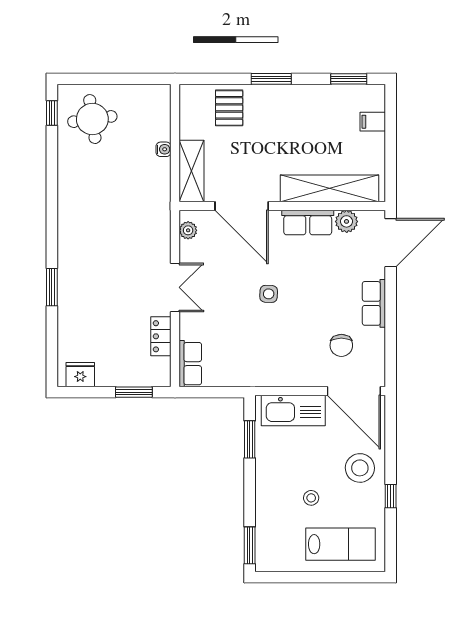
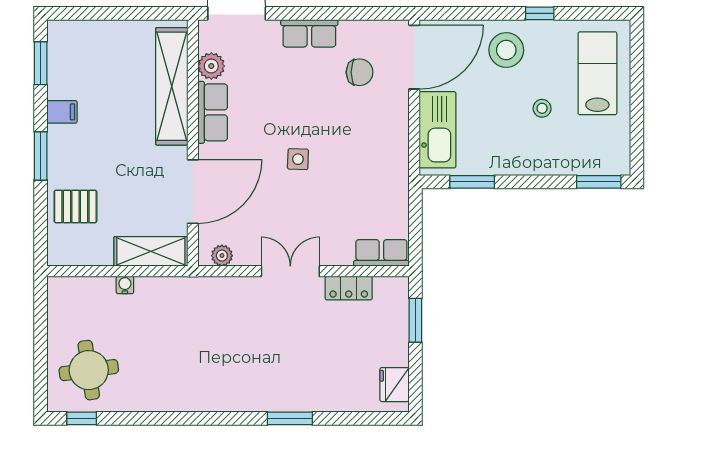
filing cabinet: (373, 122) -> (62, 112), moved, turned -90

